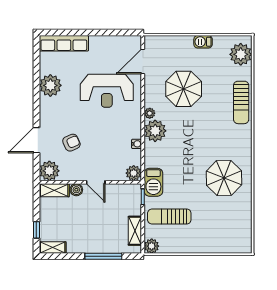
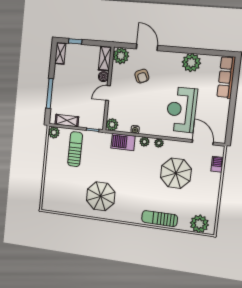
barbecue: (203, 42) -> (217, 164), moved
plant: (155, 131) -> (145, 142), width x0.53, depth x0.53
barbecue: (153, 182) -> (123, 142), moved

